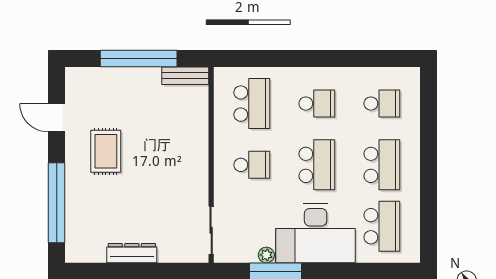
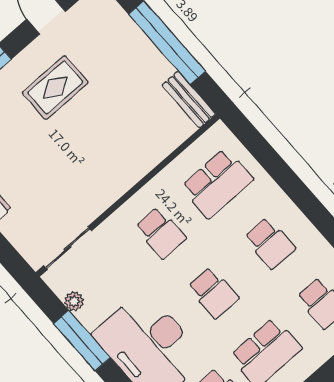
school desk: (317, 165) -> (213, 293), width x0.54
plant: (266, 255) -> (74, 301), moved

